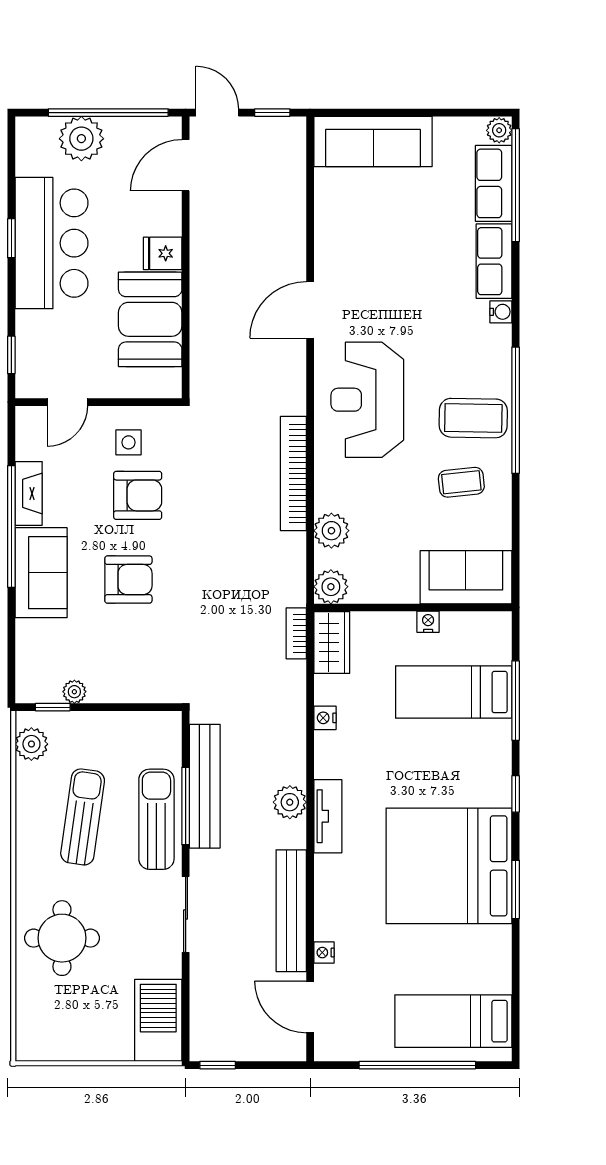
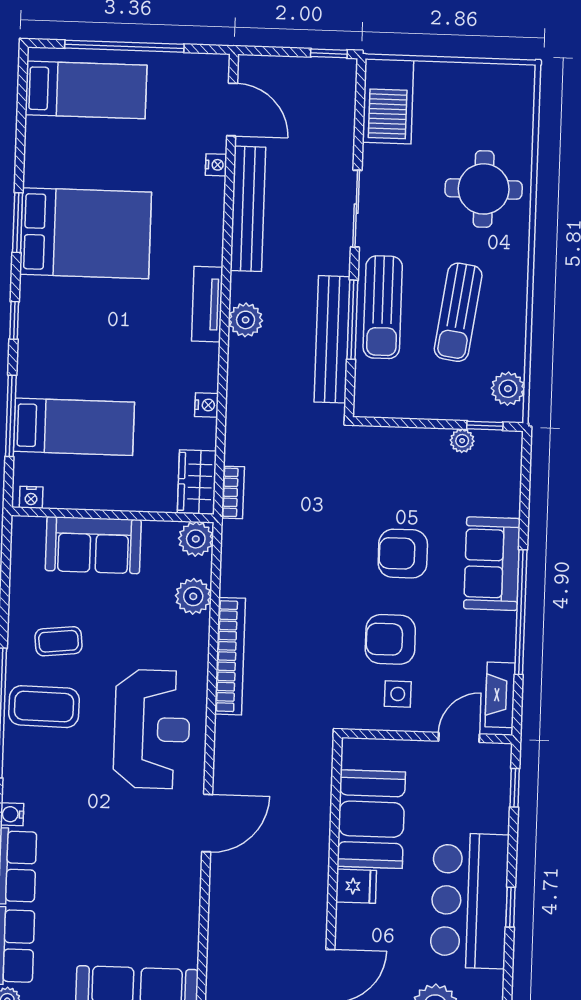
fireplace: (29, 493) -> (500, 695), moved
sofa: (466, 577) -> (93, 545), moved
nightstand: (428, 622) -> (31, 497), moved
bed: (449, 866) -> (85, 233), width x0.73

